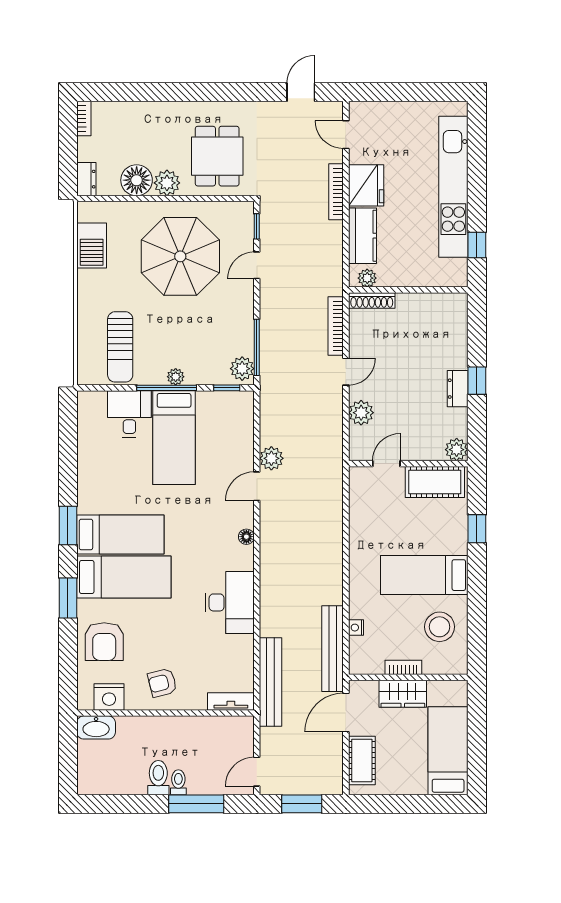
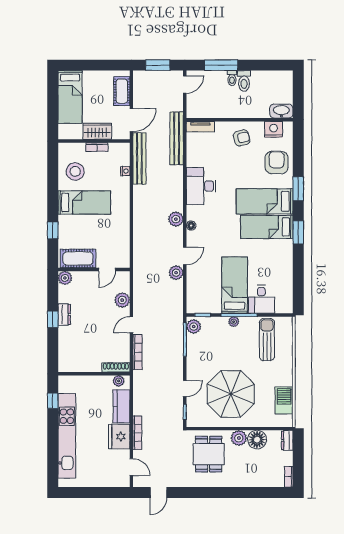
plant: (272, 547) -> (176, 219), added

